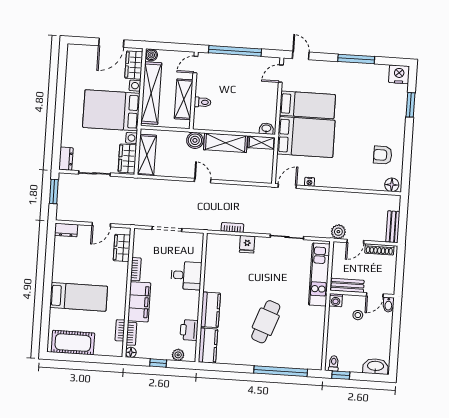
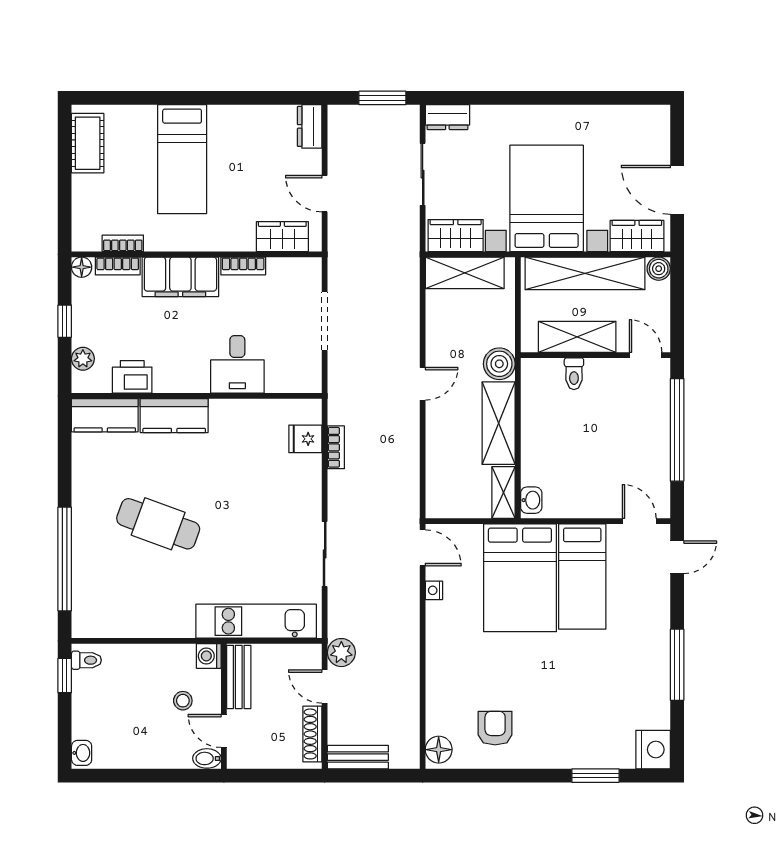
fridge: (247, 244) -> (305, 439), moved
cot: (73, 343) -> (88, 143), width x0.73, depth x0.75
washbasin: (375, 366) -> (82, 753), width x0.52, depth x0.69

